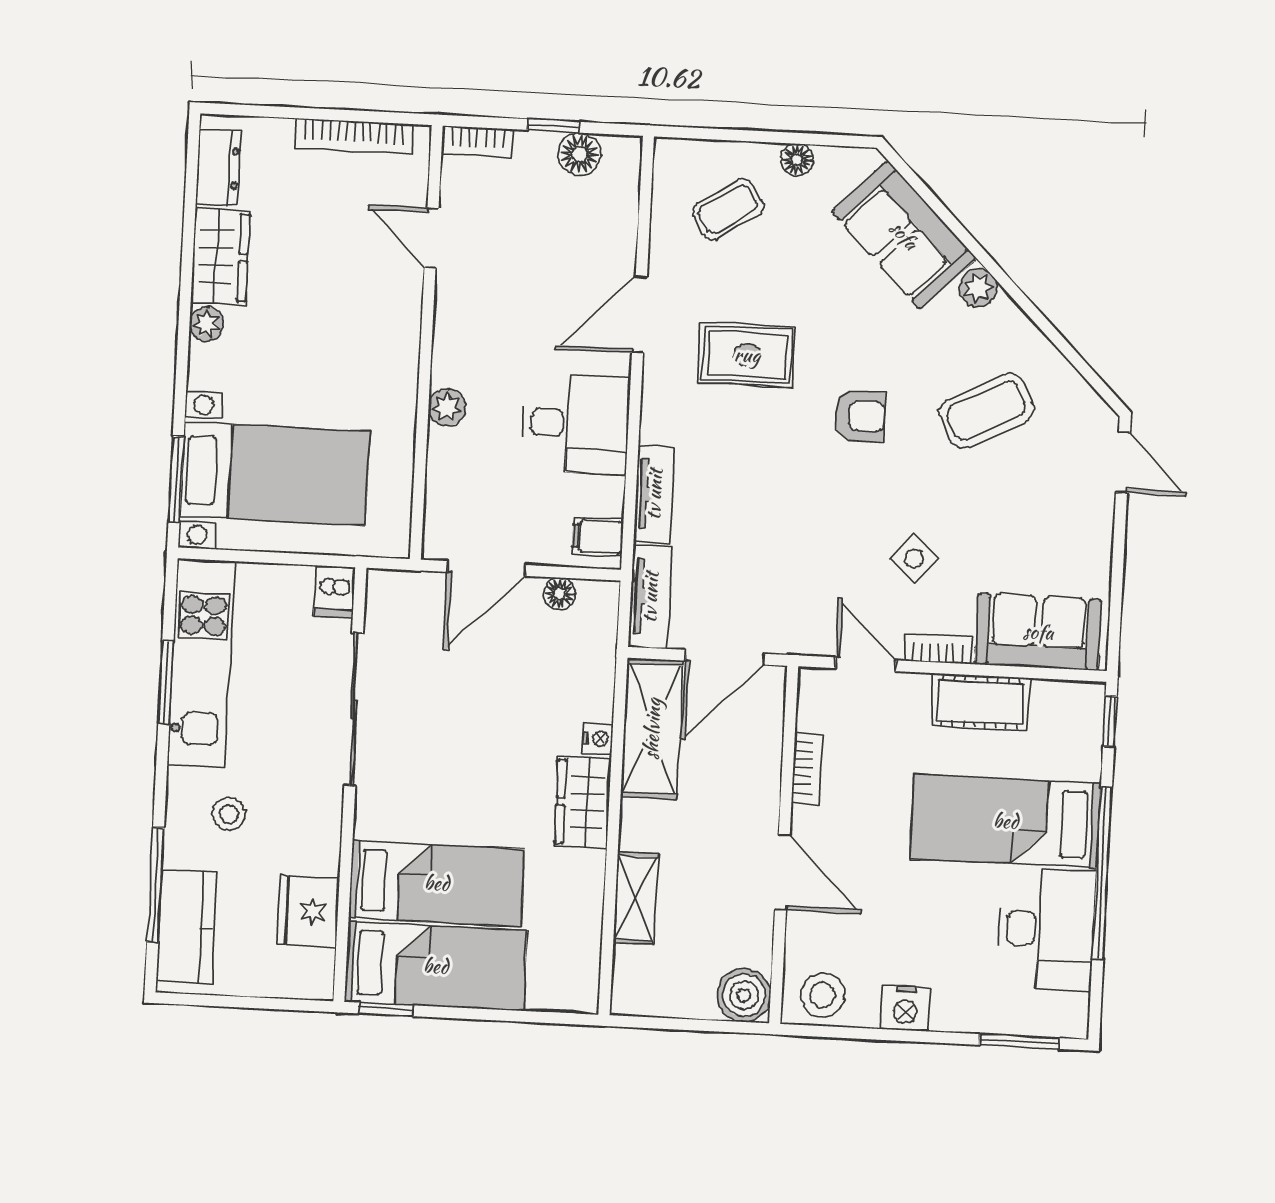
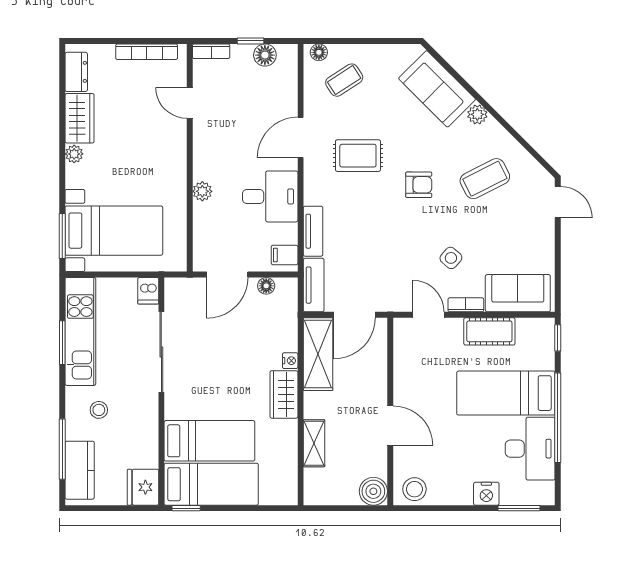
floor lamp: (797, 160) -> (319, 52), moved
bookcase: (807, 768) -> (400, 370), removed
fridge: (308, 911) -> (143, 487), moved
nightstand: (905, 1008) -> (486, 494), moved

